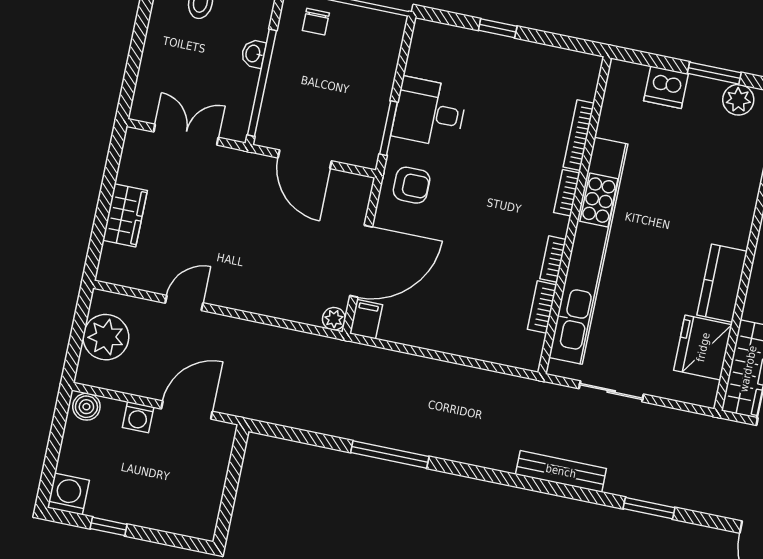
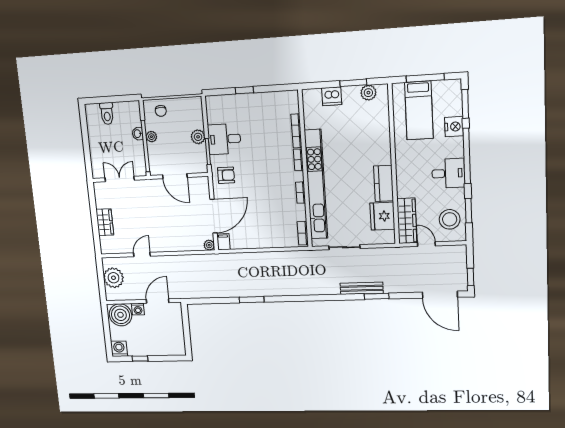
plant: (280, 67) -> (151, 137), added
plant: (377, 94) -> (198, 137), added
bookcase: (542, 307) -> (303, 233), moved
boiler: (86, 407) -> (120, 315), width x1.86, depth x1.86
window: (390, 454) -> (252, 300), width x0.69
bench: (561, 471) -> (362, 288), moved

